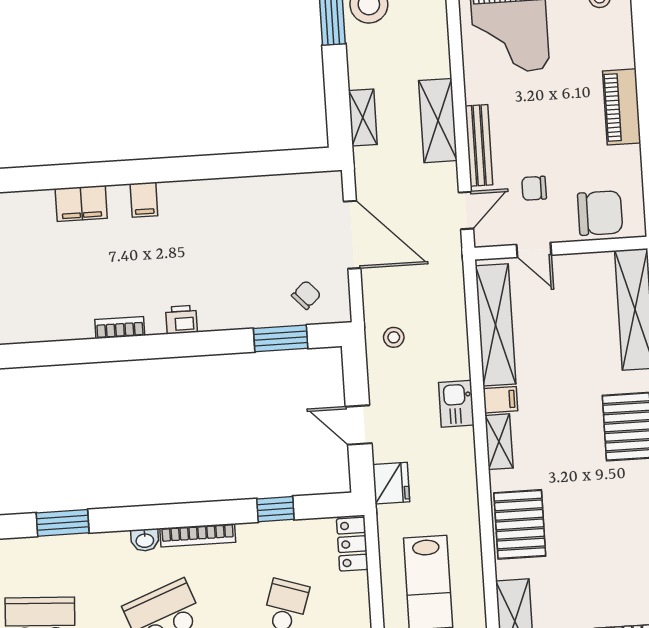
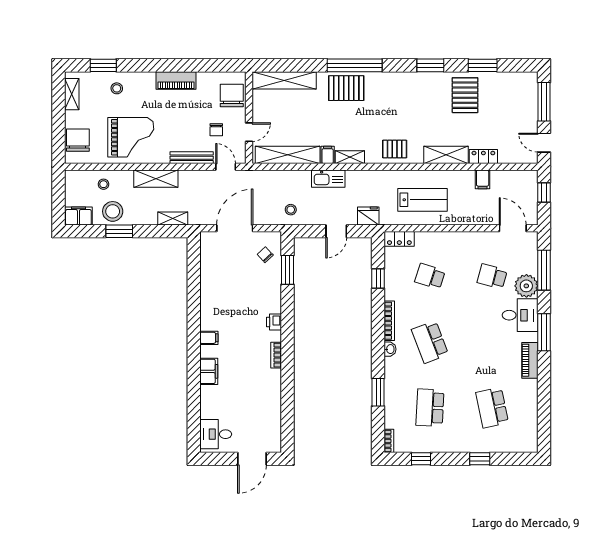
shelving: (438, 121) -> (156, 179), moved
kitchen sink: (456, 404) -> (328, 179), width x1.38
pallet: (520, 524) -> (395, 149), width x0.67, depth x0.71

